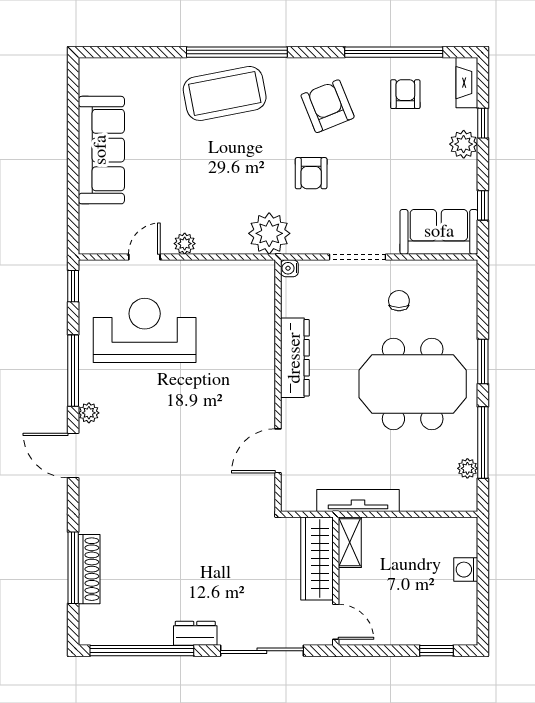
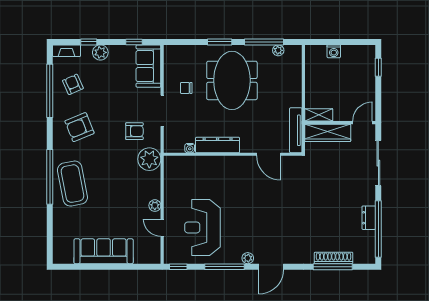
armchair: (405, 94) -> (73, 84), turned 66
armchair: (311, 173) -> (134, 131), moved
water cooler: (289, 268) -> (190, 148), moved
tv unit: (358, 500) -> (296, 130), moved
dresser: (195, 633) -> (369, 218), moved

